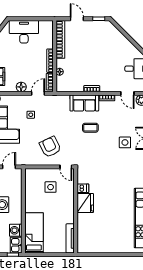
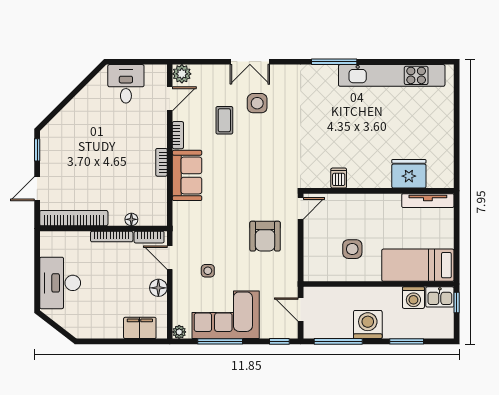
coffee table: (90, 128) -> (224, 120), moved
armchair: (50, 147) -> (265, 236), turned -64
side table: (51, 187) -> (352, 249), moved
fridge: (85, 203) -> (409, 174), moved

